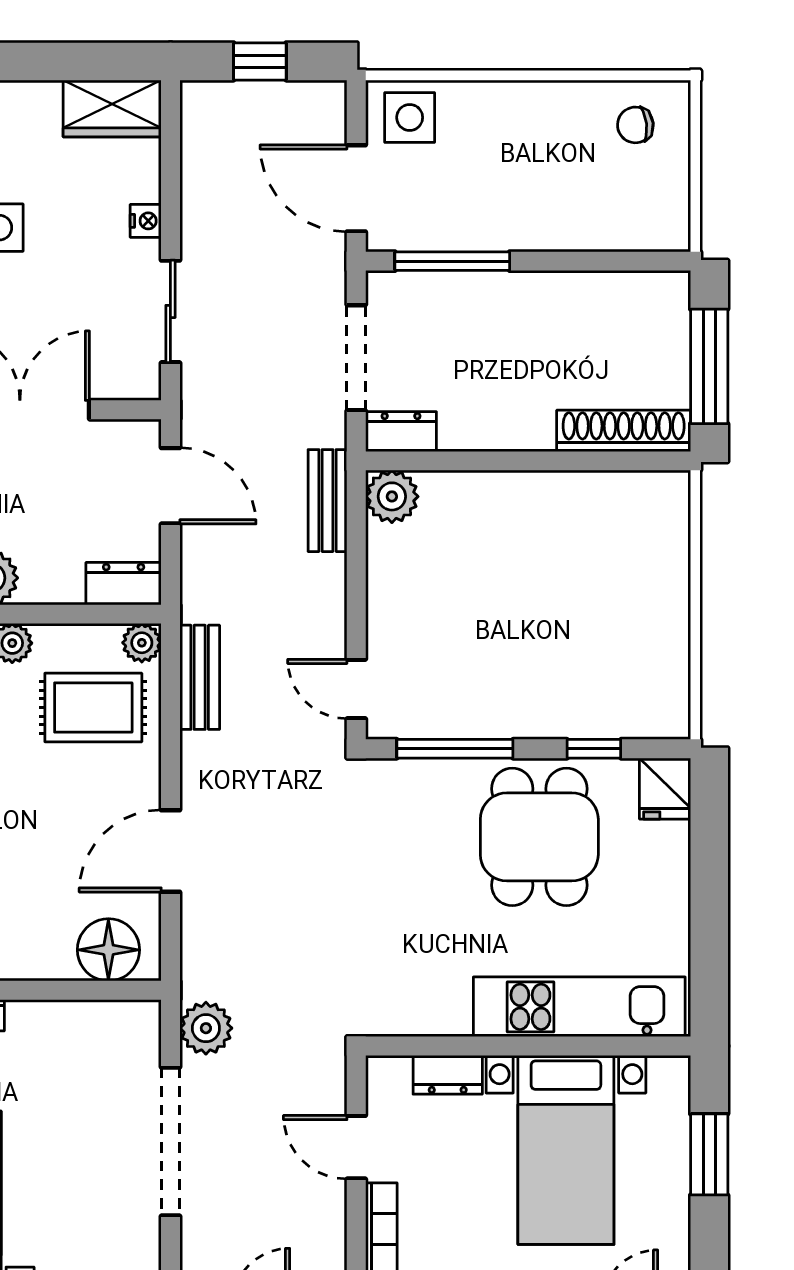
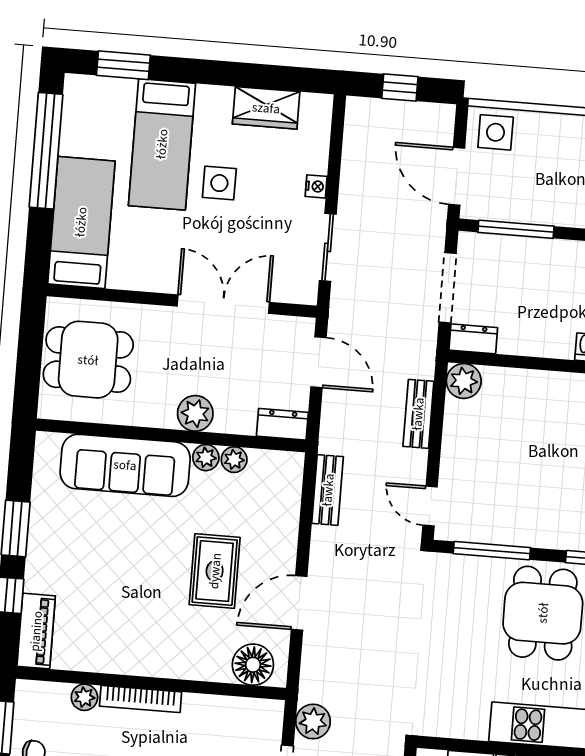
wardrobe: (112, 108) -> (266, 108), moved
bench: (328, 501) -> (418, 414), moved
plant: (142, 643) -> (234, 460), moved
rug: (93, 707) -> (215, 571), moved, turned 90

